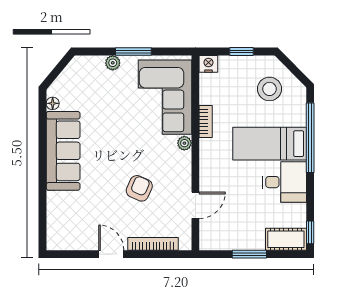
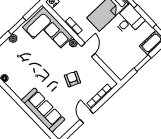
sofa: (63, 151) -> (43, 110), moved
door: (195, 205) -> (88, 50), moved
door: (111, 254) -> (87, 116), hinge flipped

